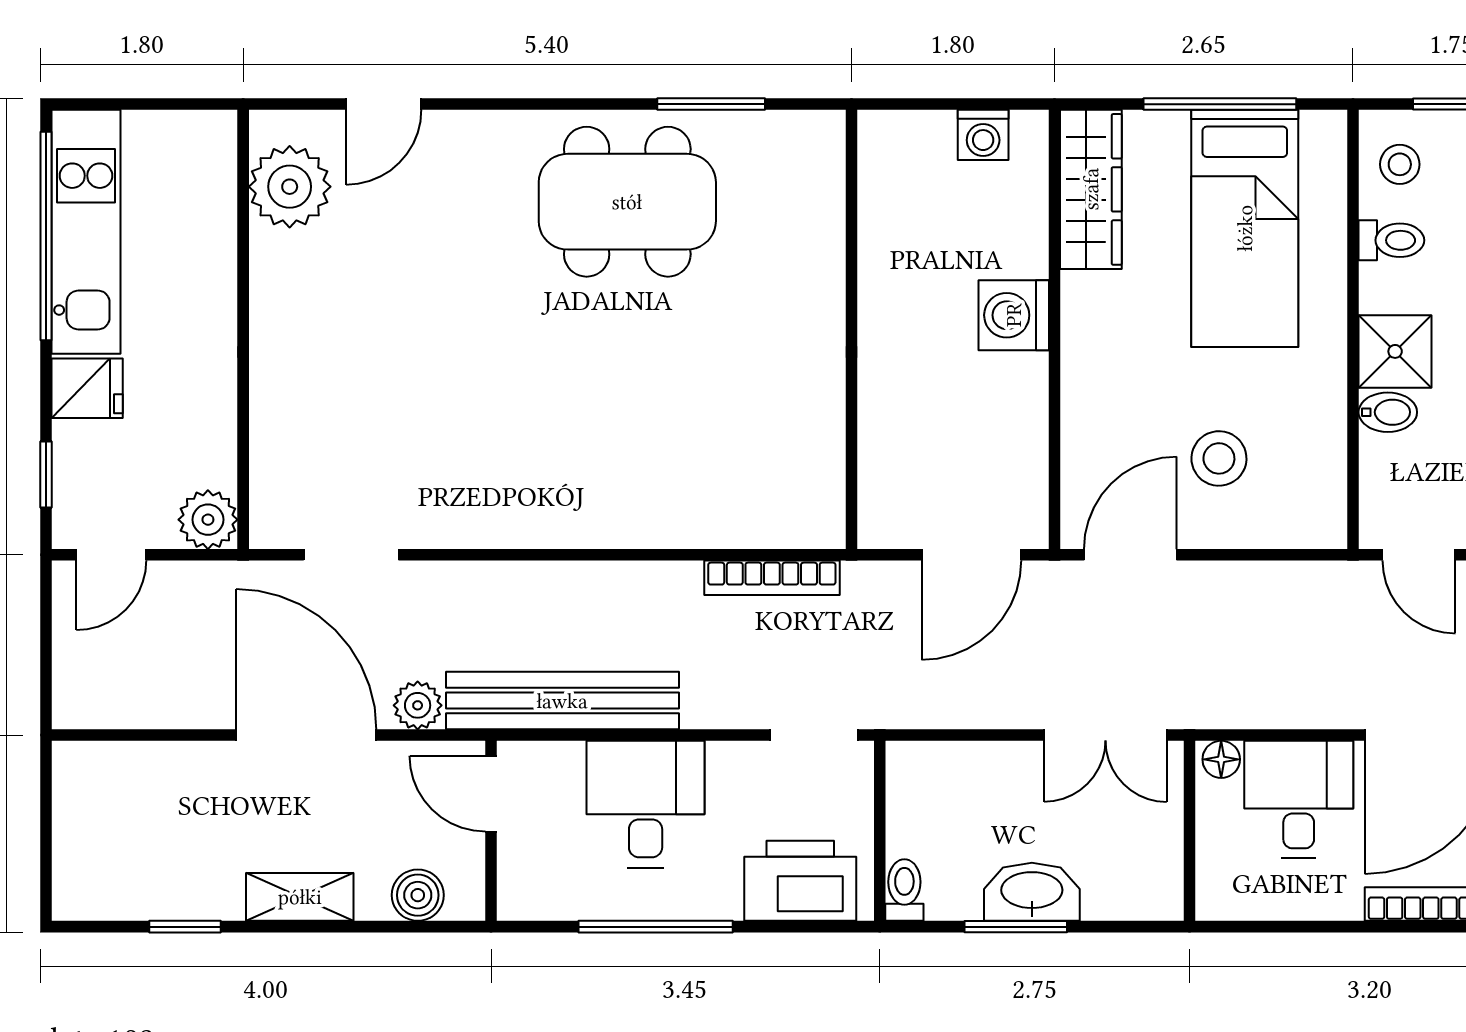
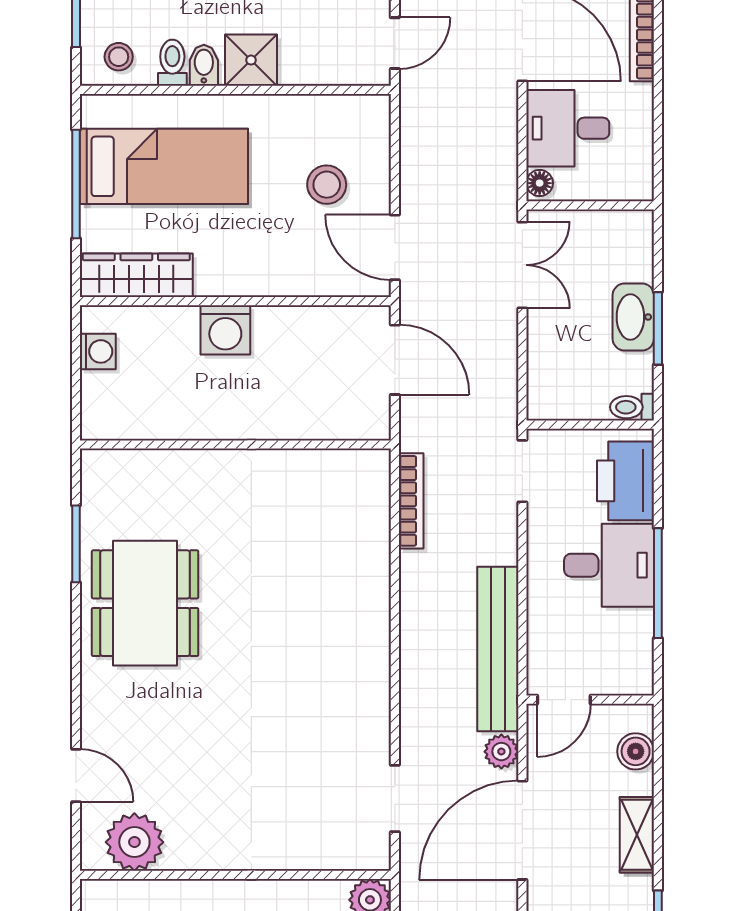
bidet: (1388, 412) -> (204, 65), moved
desk: (646, 804) -> (609, 565), moved, turned 180

